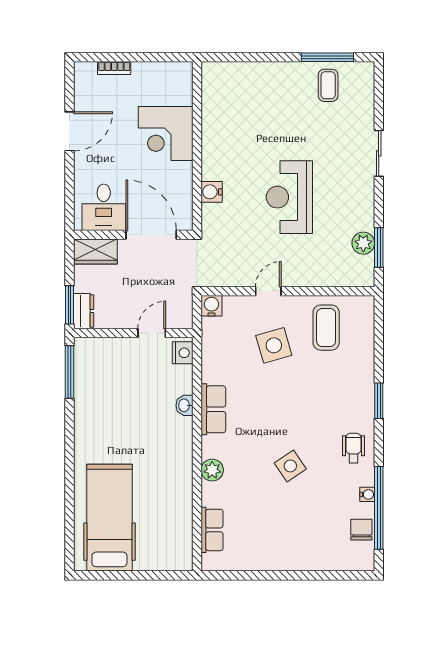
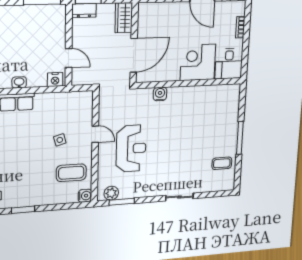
window: (327, 57) -> (240, 138), moved
reception desk: (289, 197) -> (131, 148), moved, turned 90
desk: (104, 207) -> (229, 64), moved, turned -90
plant: (363, 243) -> (111, 193), moved
water cooler: (211, 306) -> (85, 196), moved
side table: (274, 345) -> (60, 140), width x0.54, depth x0.54

